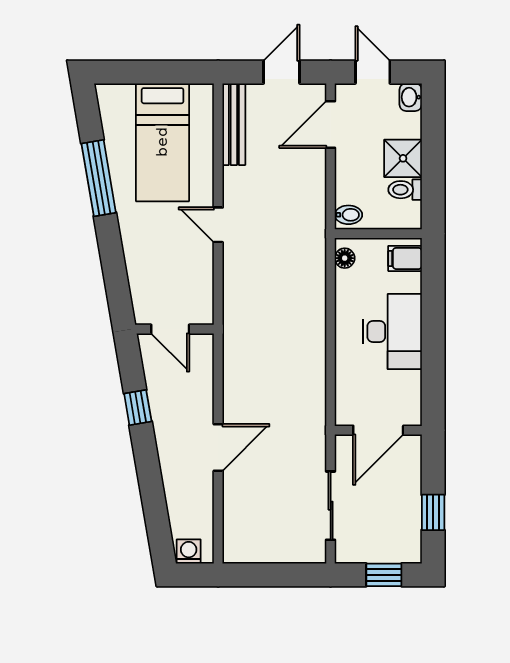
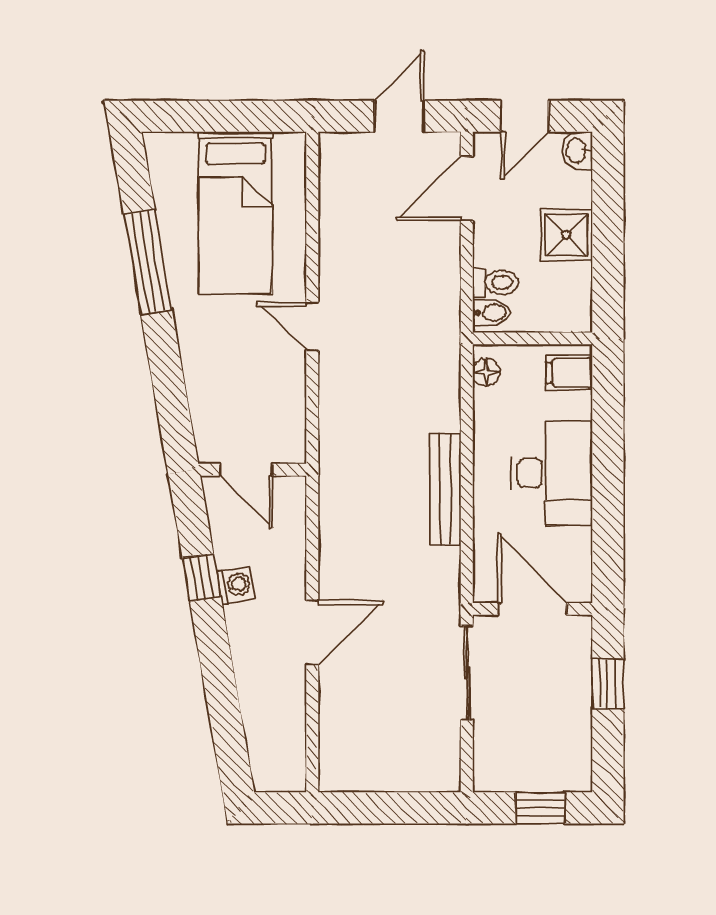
door: (373, 72) -> (525, 116), swing flipped
bench: (234, 124) -> (445, 489), moved
toilet: (405, 190) -> (496, 283), moved, turned 180
door: (378, 430) -> (532, 609), swing flipped
sliding door: (331, 506) -> (467, 673), moved
window: (433, 512) -> (608, 683), moved
washing machine: (189, 552) -> (236, 585), moved, turned 80

